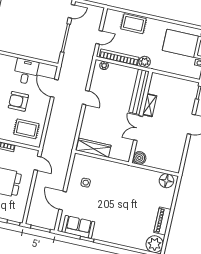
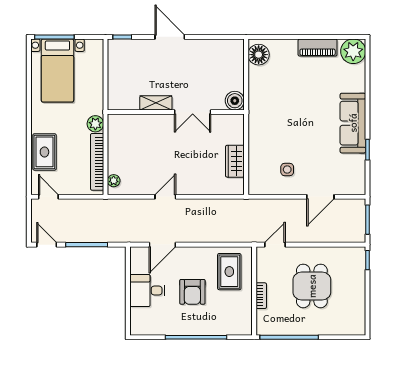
door: (99, 37) -> (48, 197), moved
bench: (139, 92) -> (140, 122), removed
wardrobe: (94, 148) -> (235, 161), width x0.67
sofa: (78, 227) -> (353, 123), moved, width x1.36

